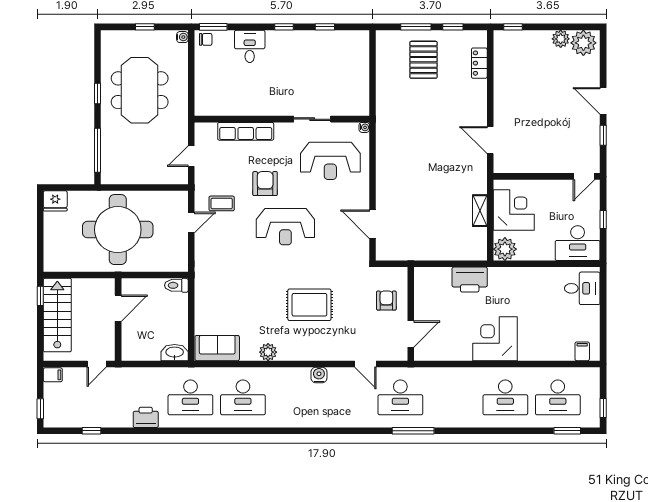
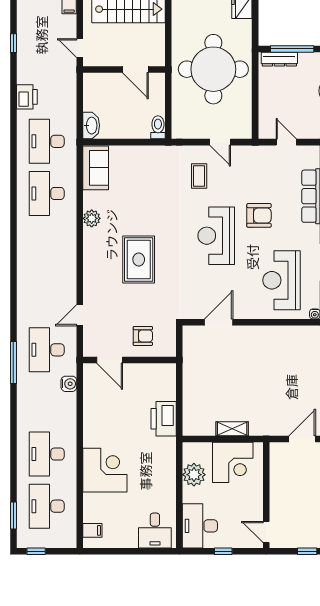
dresser: (108, 163) -> (279, 59), added
coffee table: (222, 203) -> (199, 176), moved
plant: (505, 249) -> (194, 475), moved
corner desk: (495, 339) -> (105, 470), moved
water cooler: (319, 375) -> (69, 384), moved

